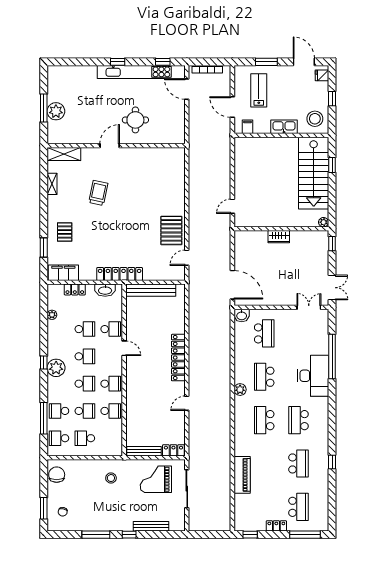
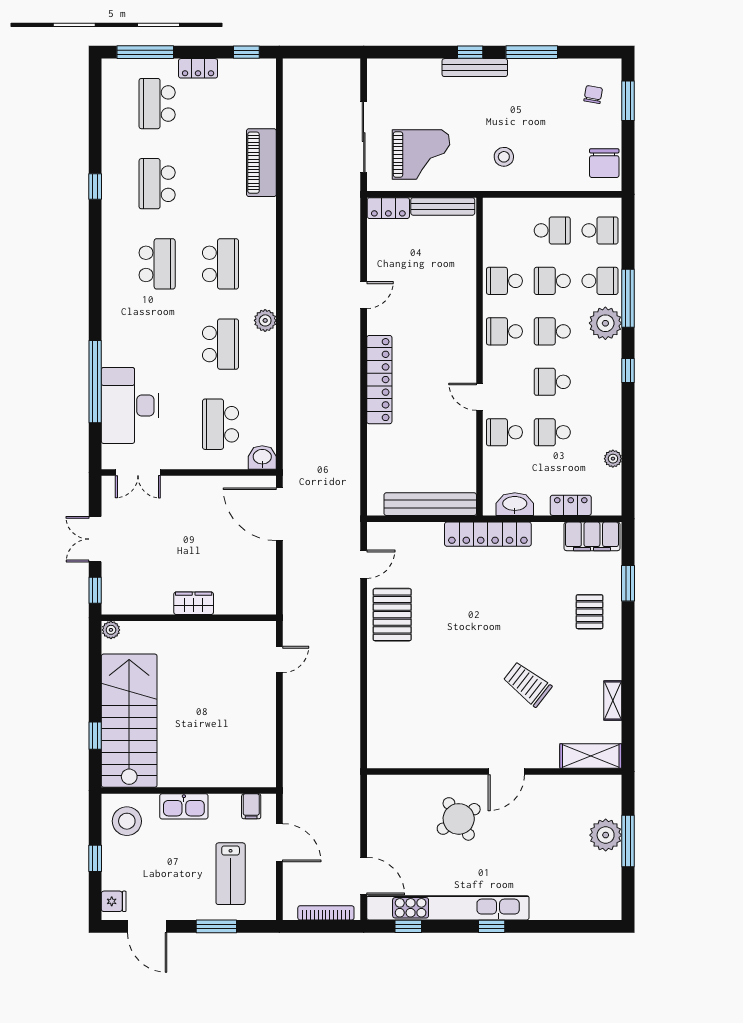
round table: (135, 120) -> (459, 819), turned -32
trolley: (98, 193) -> (527, 684), turned 116
double door: (332, 288) -> (95, 539), moved
plant: (56, 368) -> (605, 323), moved
desk: (313, 376) -> (130, 405), moved
window: (44, 418) -> (628, 298), moved
bench: (151, 526) -> (475, 68), moved

